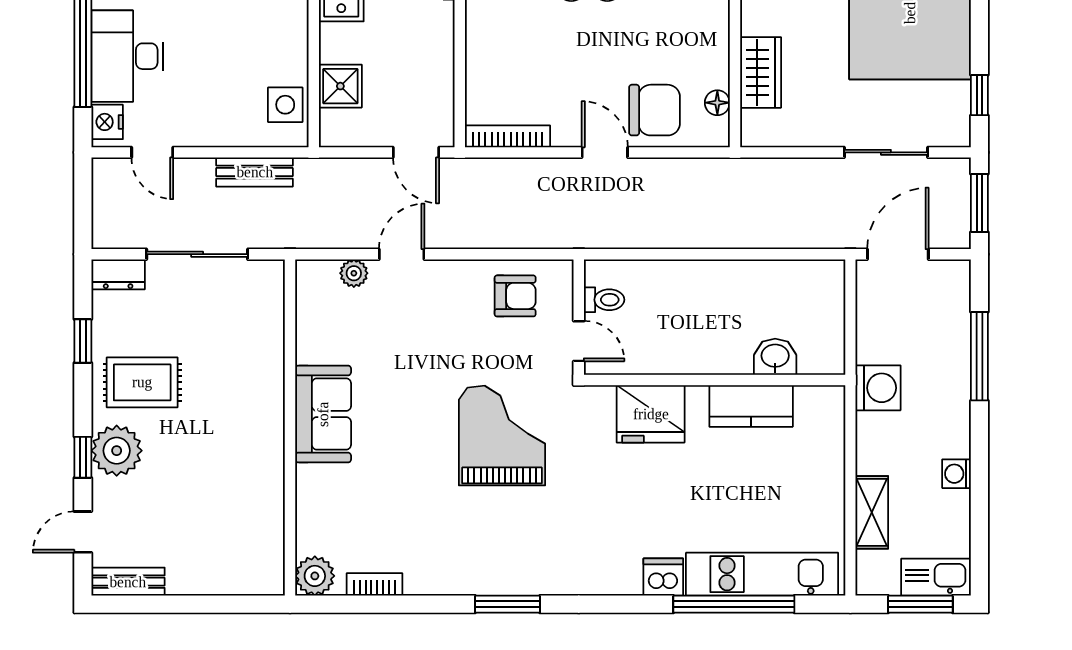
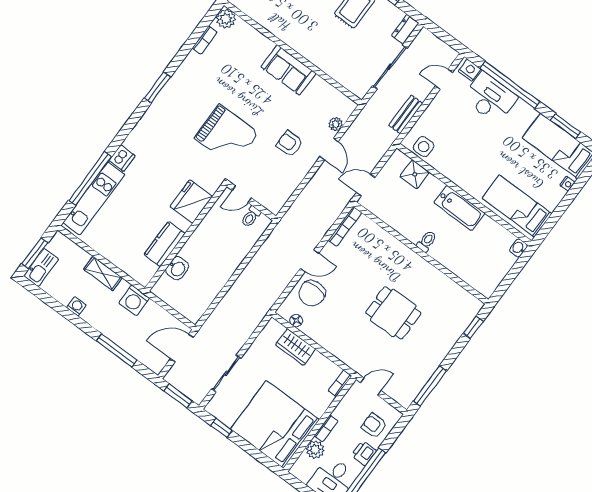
door: (898, 254) -> (182, 348), swing flipped
armchair: (515, 296) -> (290, 144), moved, turned 90
shelving: (872, 512) -> (103, 273), moved

